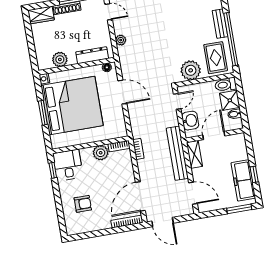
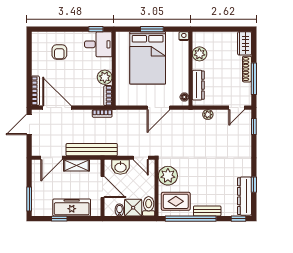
bed: (72, 105) -> (148, 58), width x0.73
shelving: (194, 154) -> (77, 165), moved
freezer: (243, 180) -> (72, 208), moved

